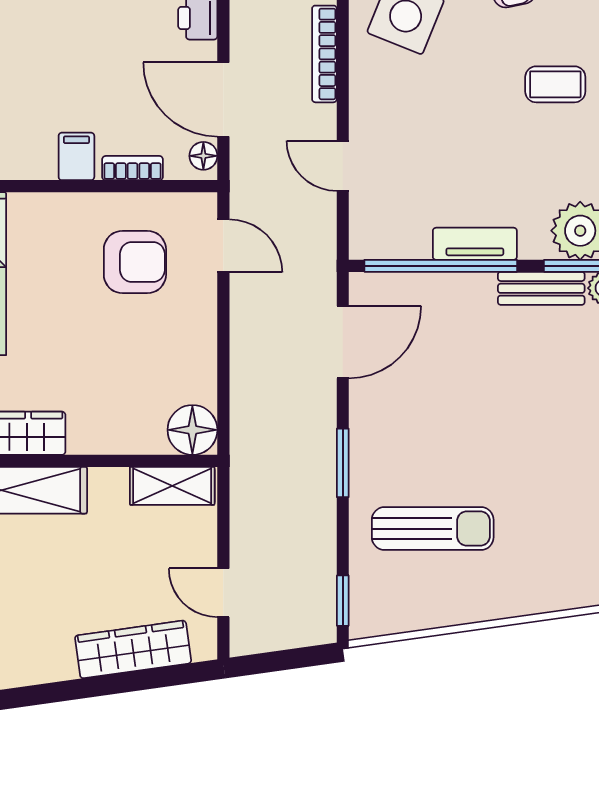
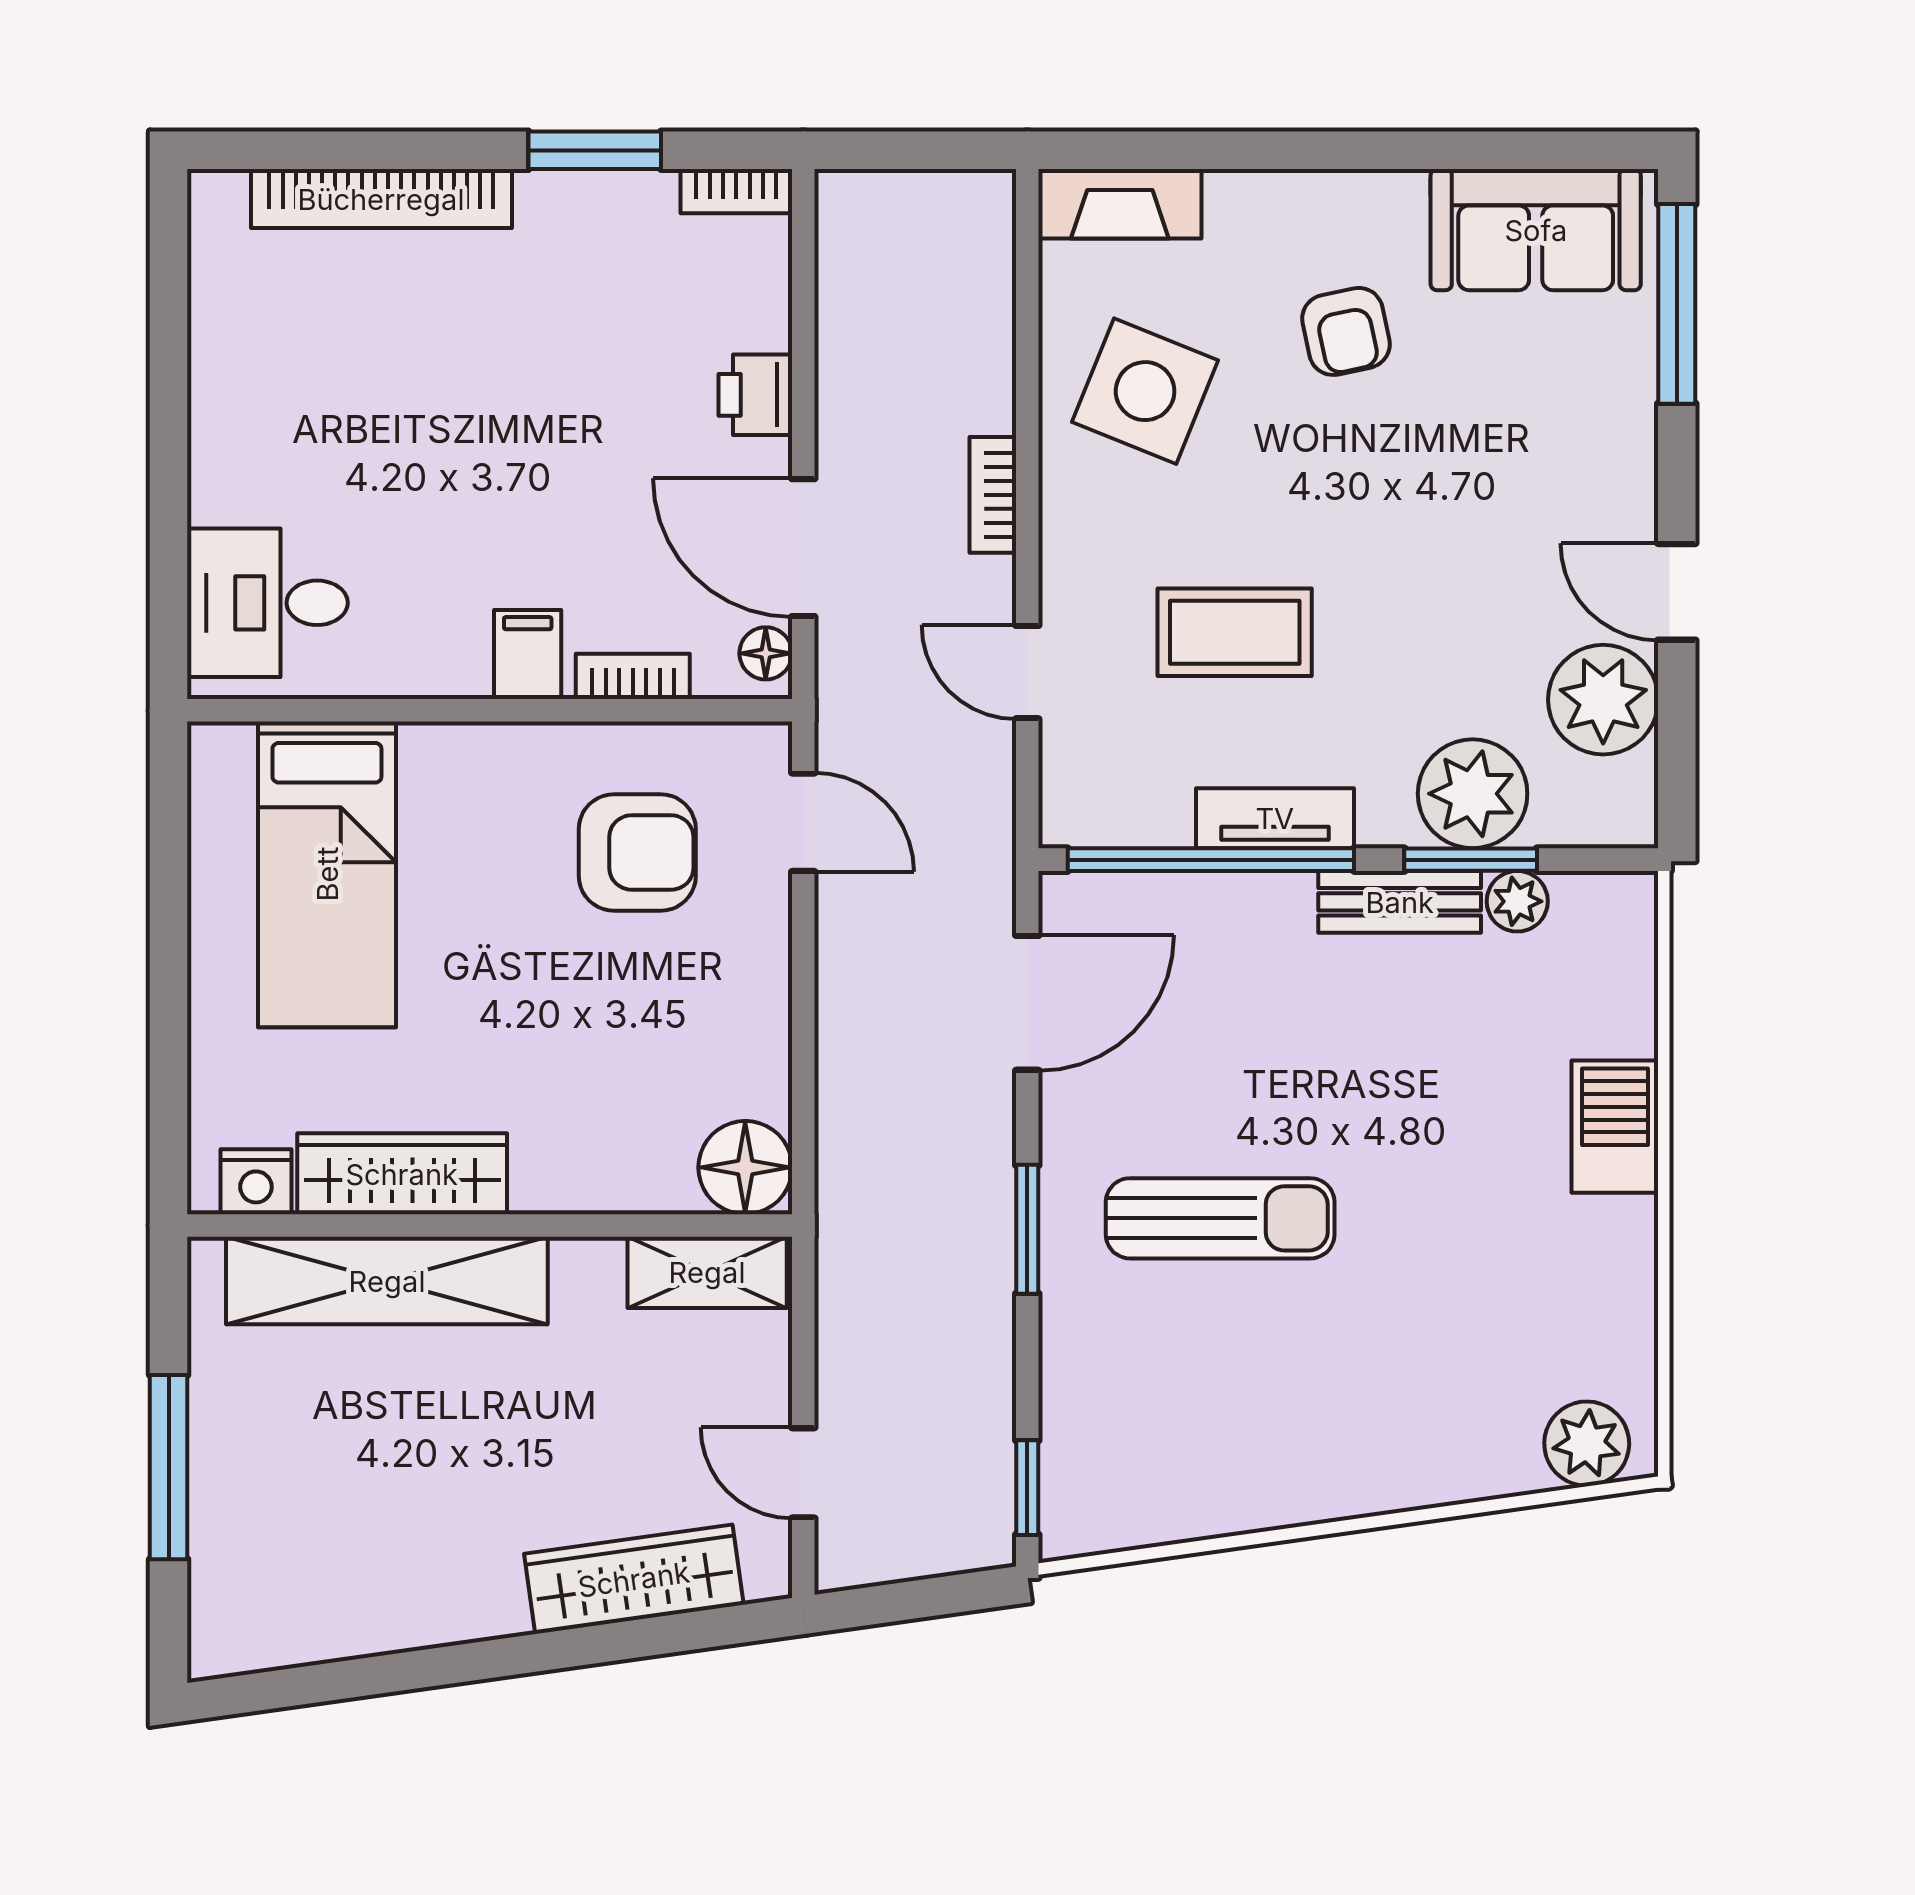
bookcase: (324, 54) -> (993, 495), width x0.64
coffee table: (555, 84) -> (1235, 632), moved, width x1.36, depth x1.30
sun lounger: (433, 529) -> (1220, 1218), moved

